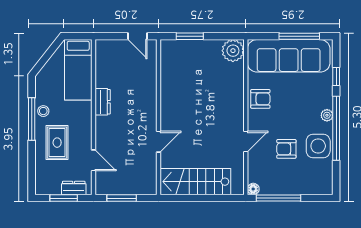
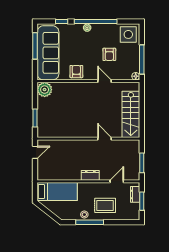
dresser: (103, 102) -> (90, 175), moved
side table: (318, 146) -> (128, 34), moved

